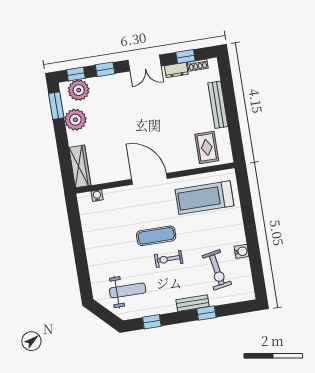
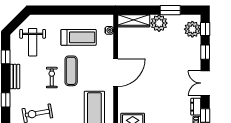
window: (56, 106) -> (170, 10), moved
plant: (75, 120) -> (159, 23), moved
treadmill: (112, 233) -> (79, 37), added
bench: (193, 303) -> (15, 76), moved

